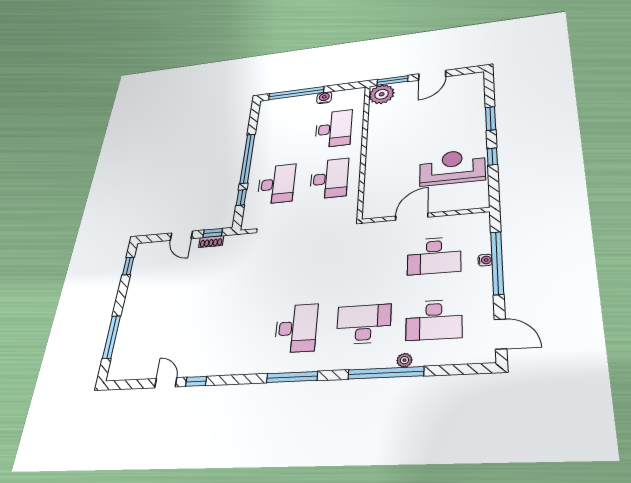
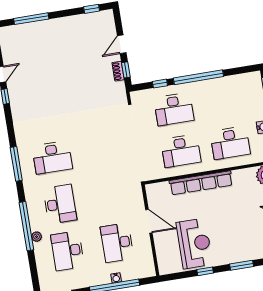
row of seats: (375, 159) -> (201, 183), added

